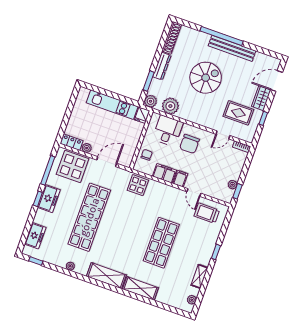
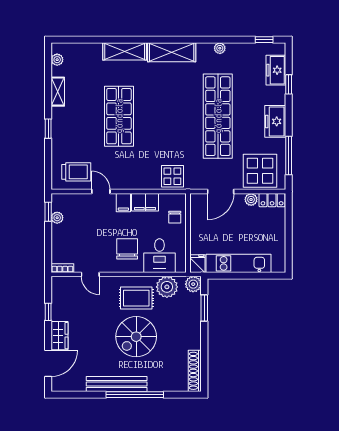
dresser: (162, 66) -> (195, 332), removed
rug: (238, 113) -> (136, 298), moved
door: (223, 135) -> (90, 274), swing flipped
window: (38, 199) -> (289, 84), moved

